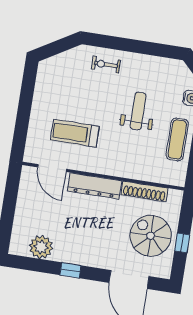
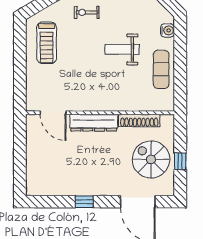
weight bench: (138, 111) -> (122, 49), turned -90
treadmill: (75, 133) -> (47, 43), moved, turned -90
plant: (41, 247) -> (54, 185), removed

